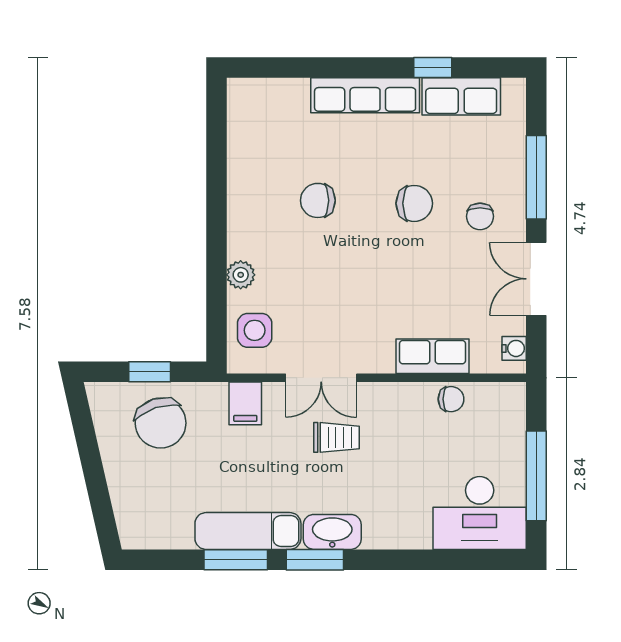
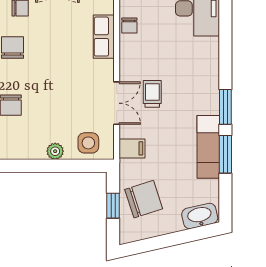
chair: (451, 399) -> (129, 26), turned 180
washbasin: (332, 532) -> (200, 216), moved, turned 77

